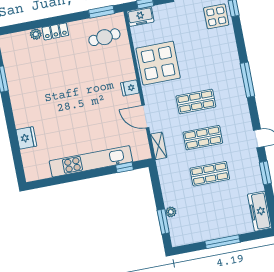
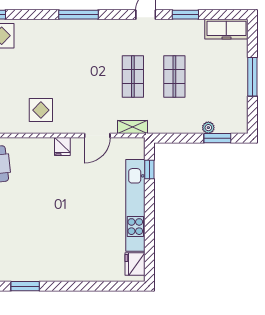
display table: (158, 63) -> (41, 110), width x0.54, depth x0.54
shop shelf: (196, 102) -> (91, 76), removed
fridge: (26, 138) -> (135, 264), moved, turned -90

